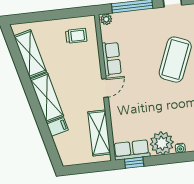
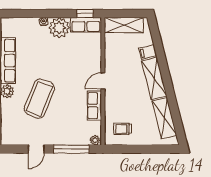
shelving: (99, 133) -> (124, 25), moved, turned 90

